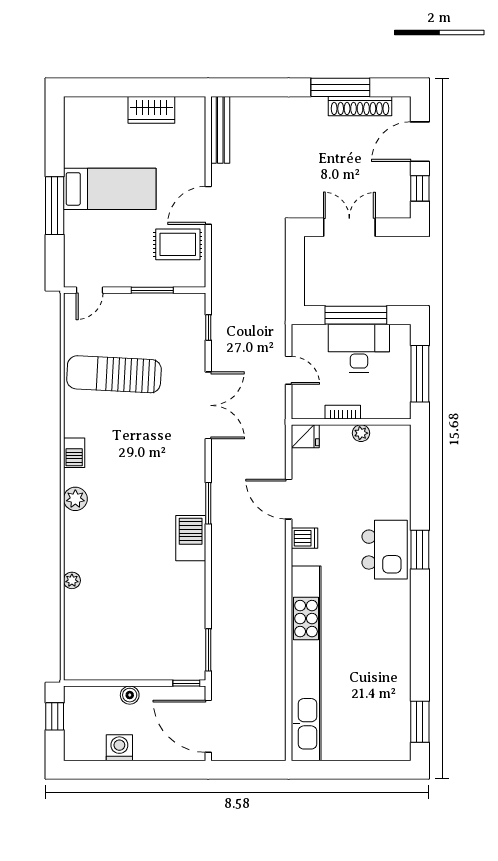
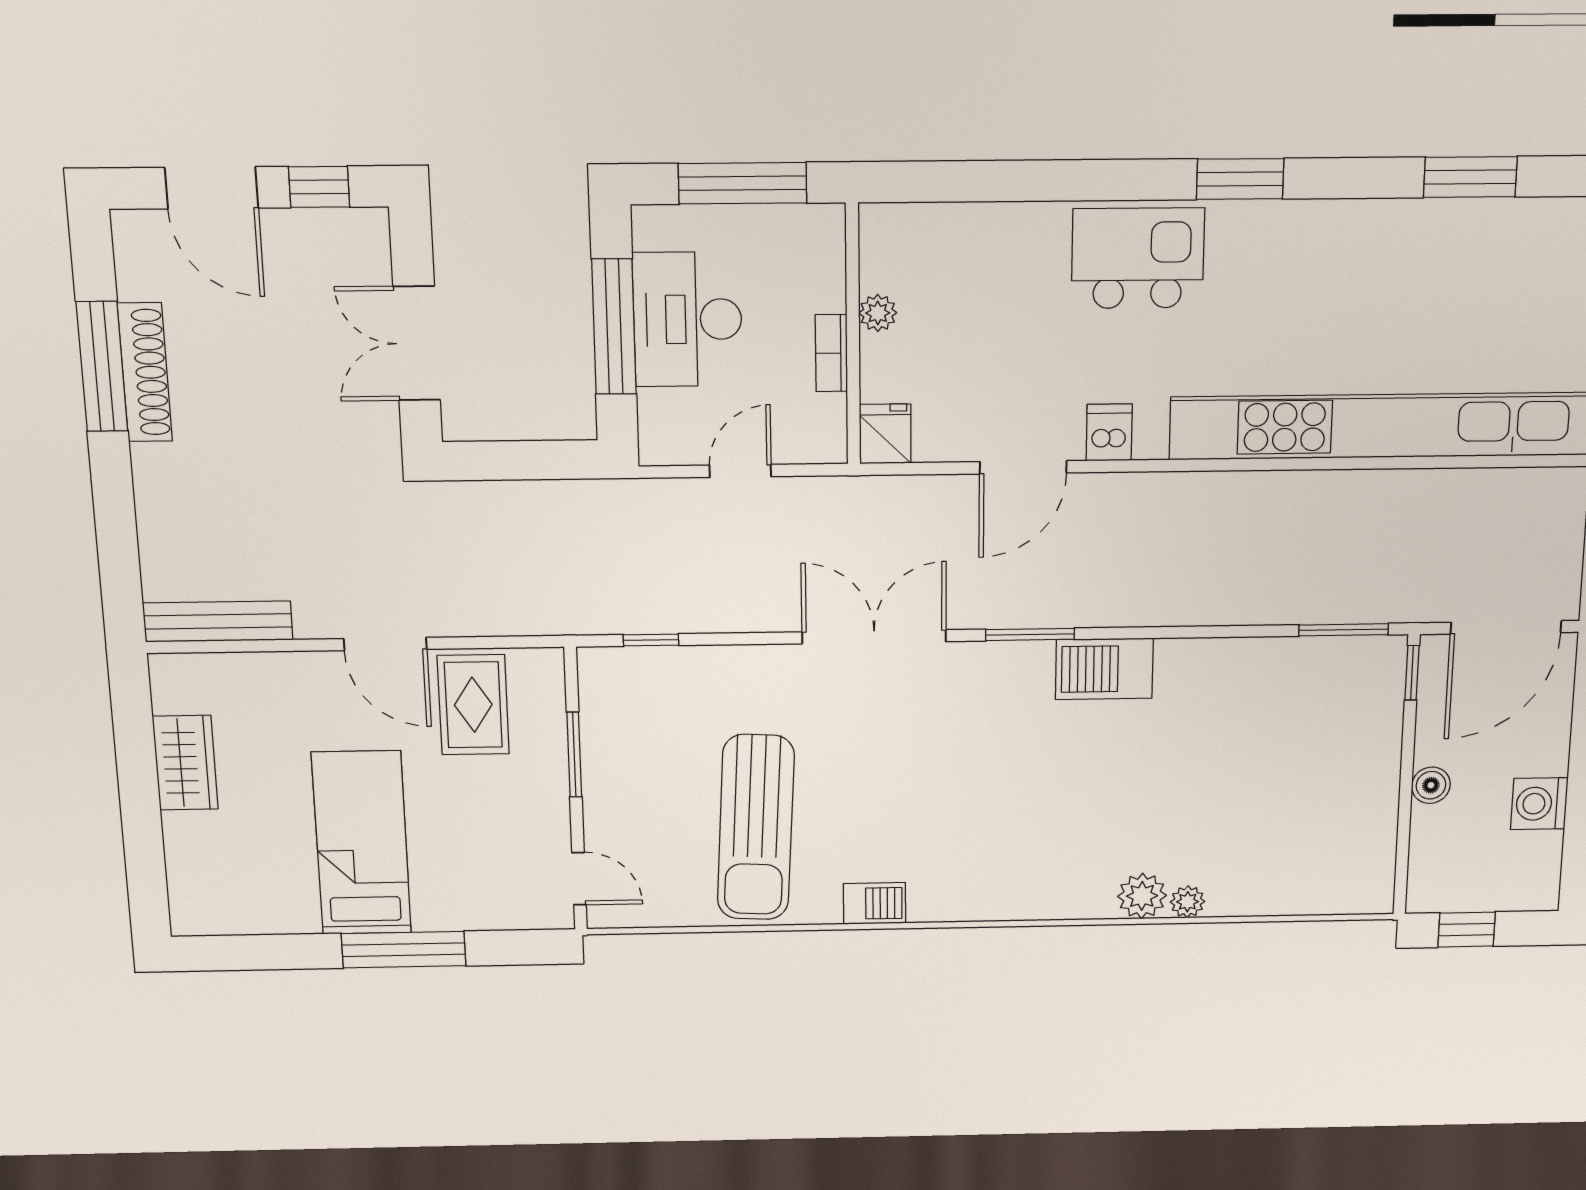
shoe rack: (360, 106) -> (145, 372), moved
double door: (208, 405) -> (874, 637), moved
barbecue: (74, 453) -> (875, 903), moved
plant: (75, 499) -> (1142, 896), moved
window: (420, 550) -> (1240, 179), moved
window: (420, 722) -> (1470, 177), moved

